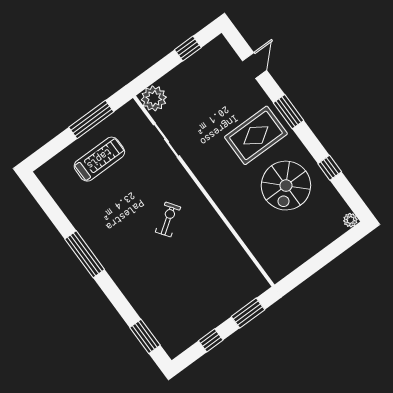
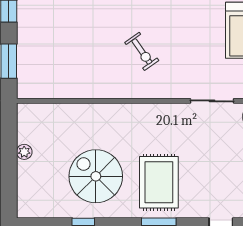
plant: (350, 220) -> (24, 152), moved

